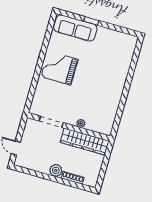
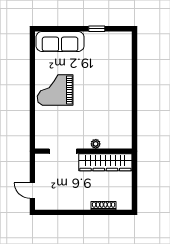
window: (91, 21) -> (97, 29), moved
plant: (56, 170) -> (83, 203), removed

